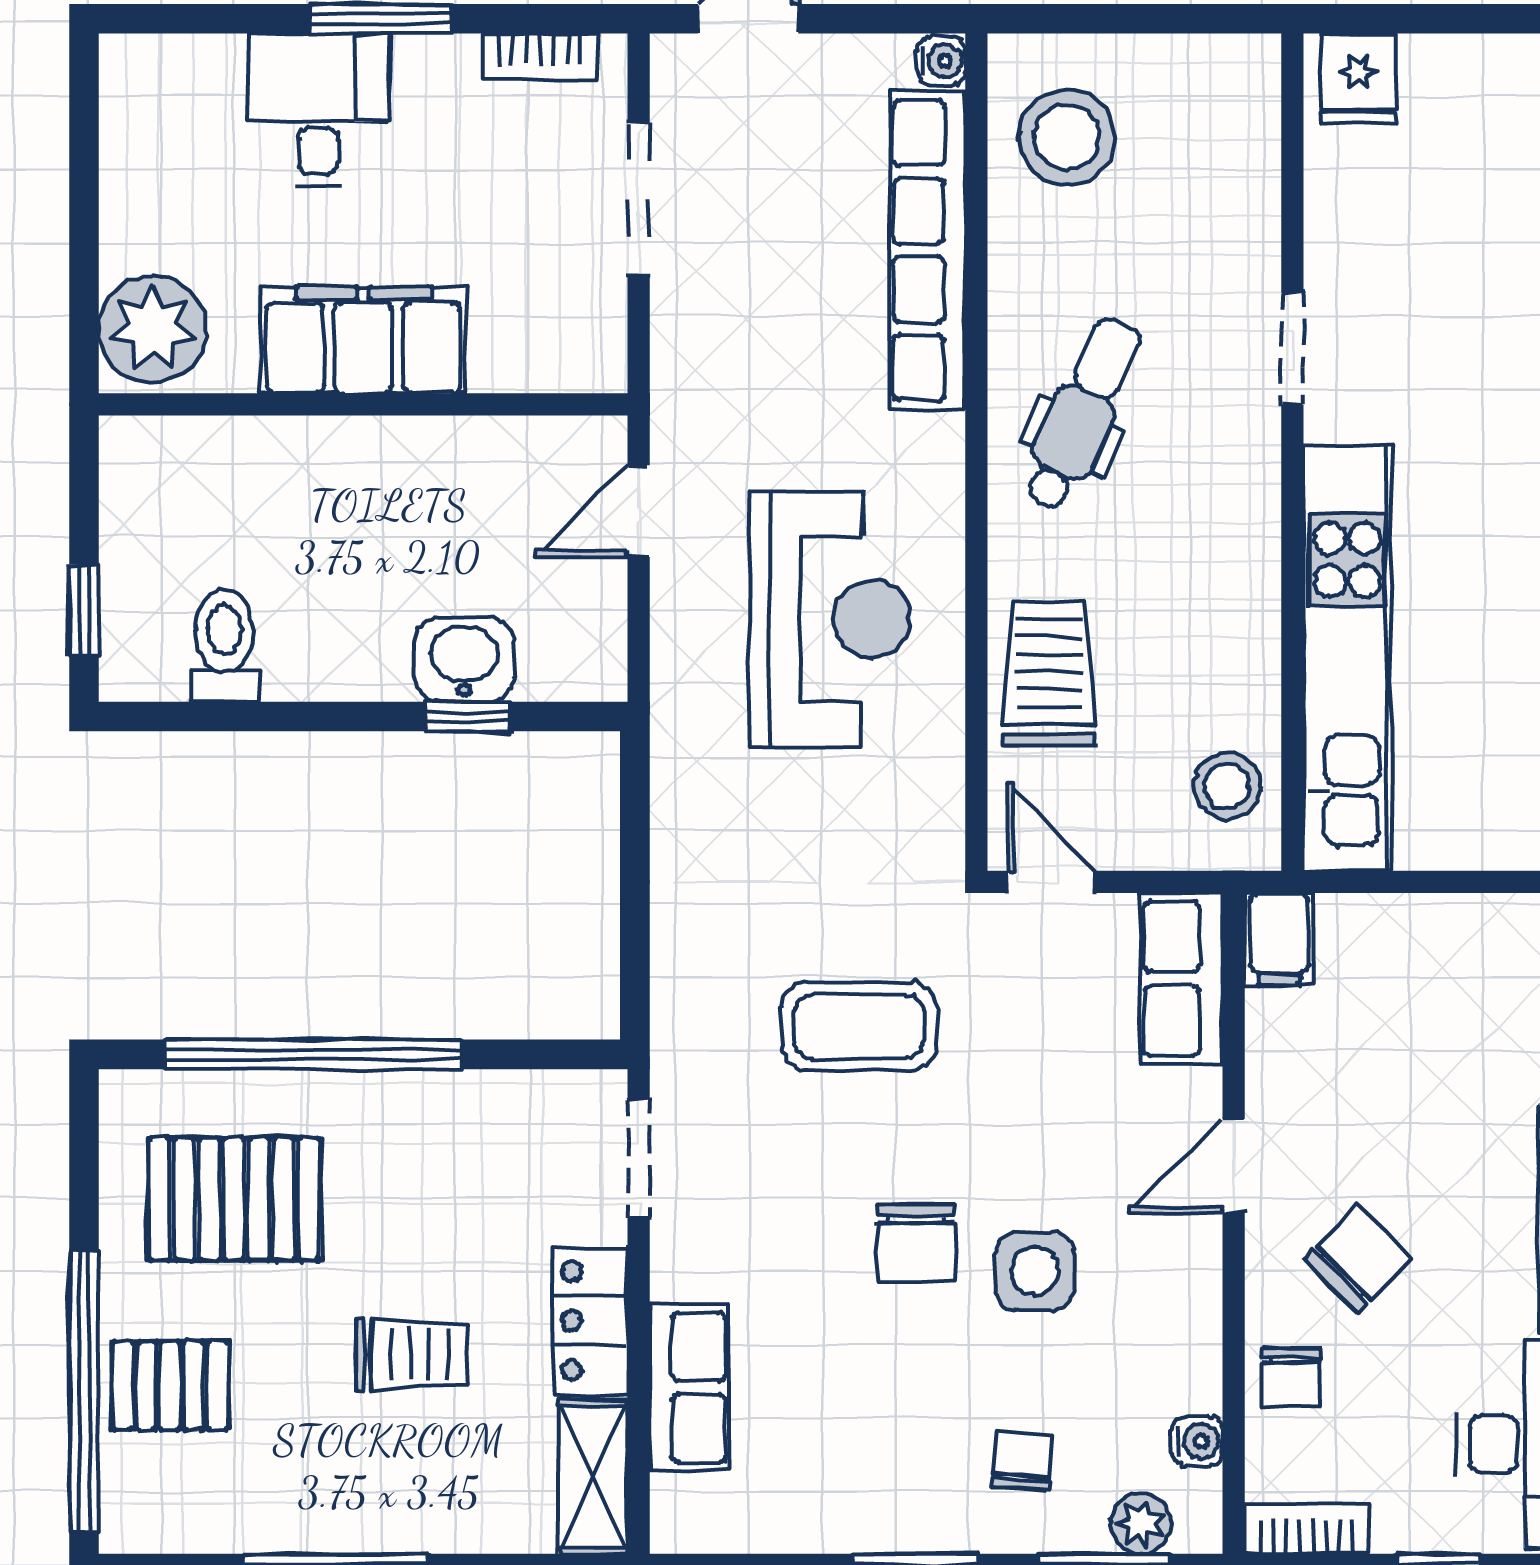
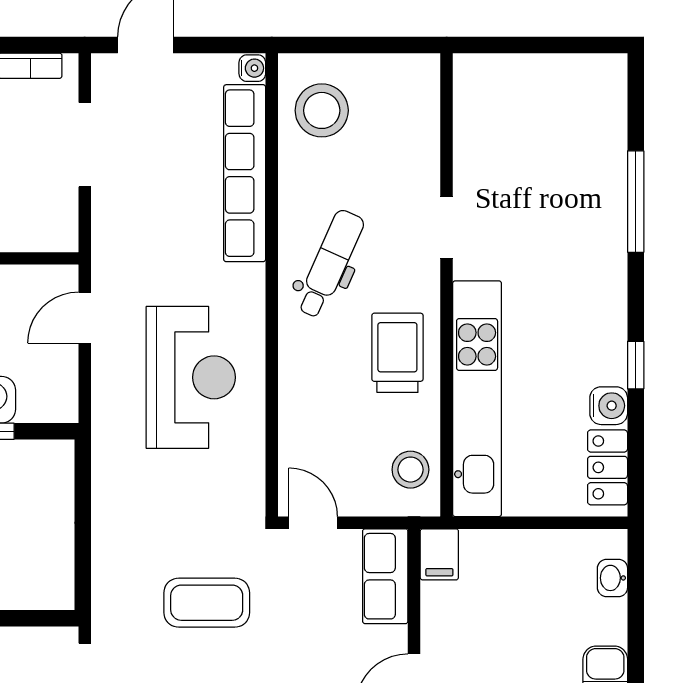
fridge: (1358, 79) -> (483, 78), removed
trolley: (1049, 674) -> (397, 353), moved

